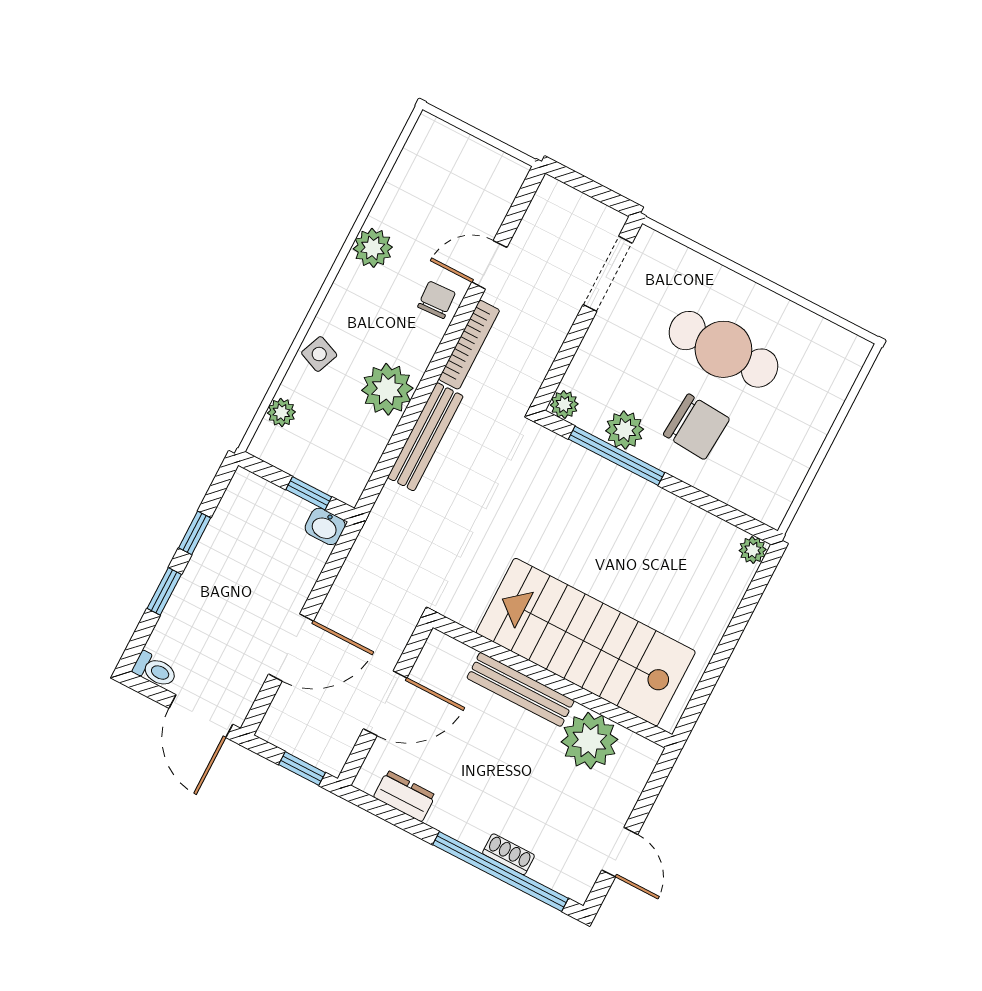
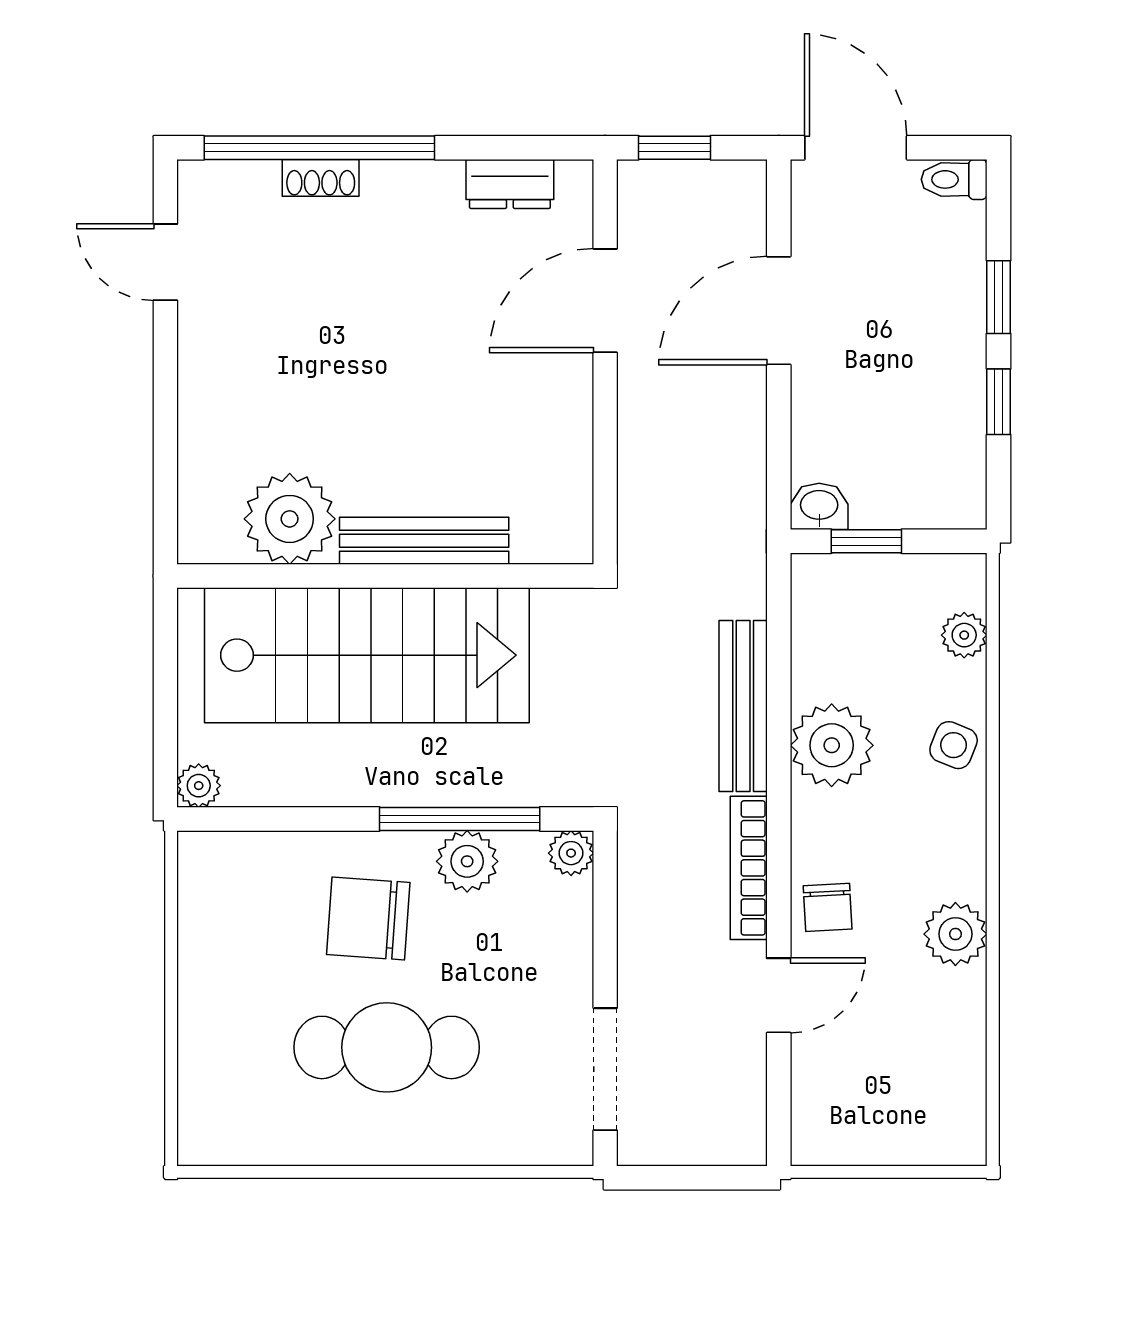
stairs: (586, 642) -> (367, 655), moved
wall: (553, 681) -> (385, 576), moved
bench: (521, 689) -> (424, 541), moved
plant: (589, 741) -> (290, 519), moved

